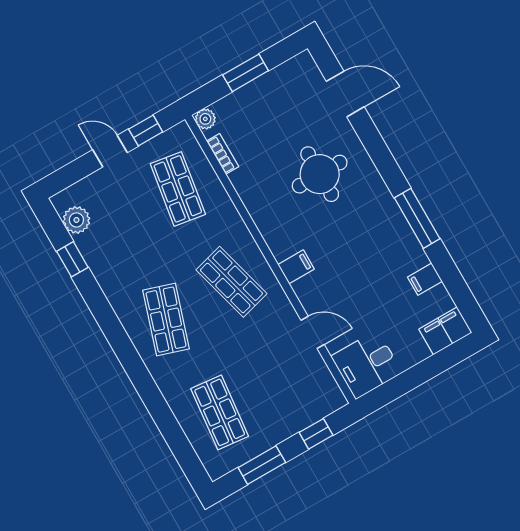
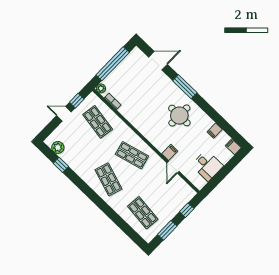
window: (246, 73) -> (113, 64), width x2.11
round table: (320, 174) -> (179, 115), moved
window: (417, 218) -> (185, 87), moved
filing cabinet: (296, 267) -> (170, 152), moved
filing cabinet: (445, 331) -> (233, 147), width x0.50
door: (313, 332) -> (173, 167), swing flipped
desk: (367, 364) -> (207, 166), moved, turned -90

